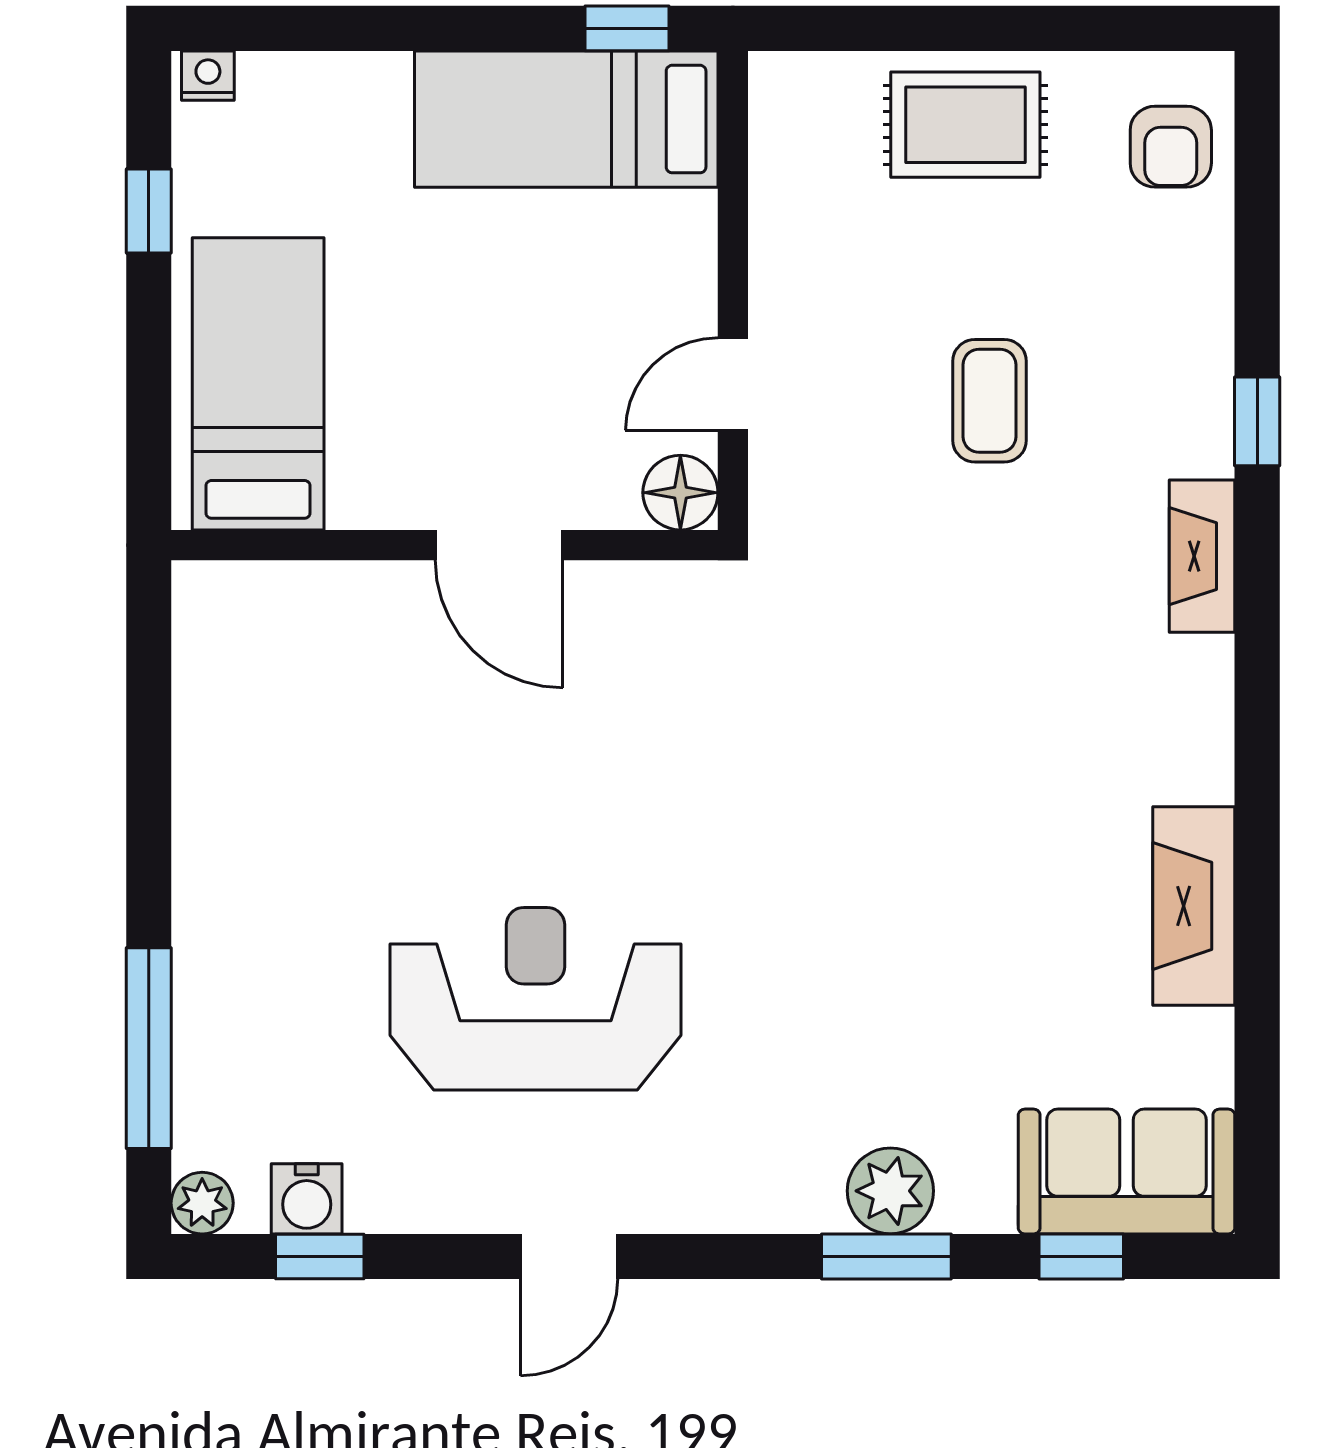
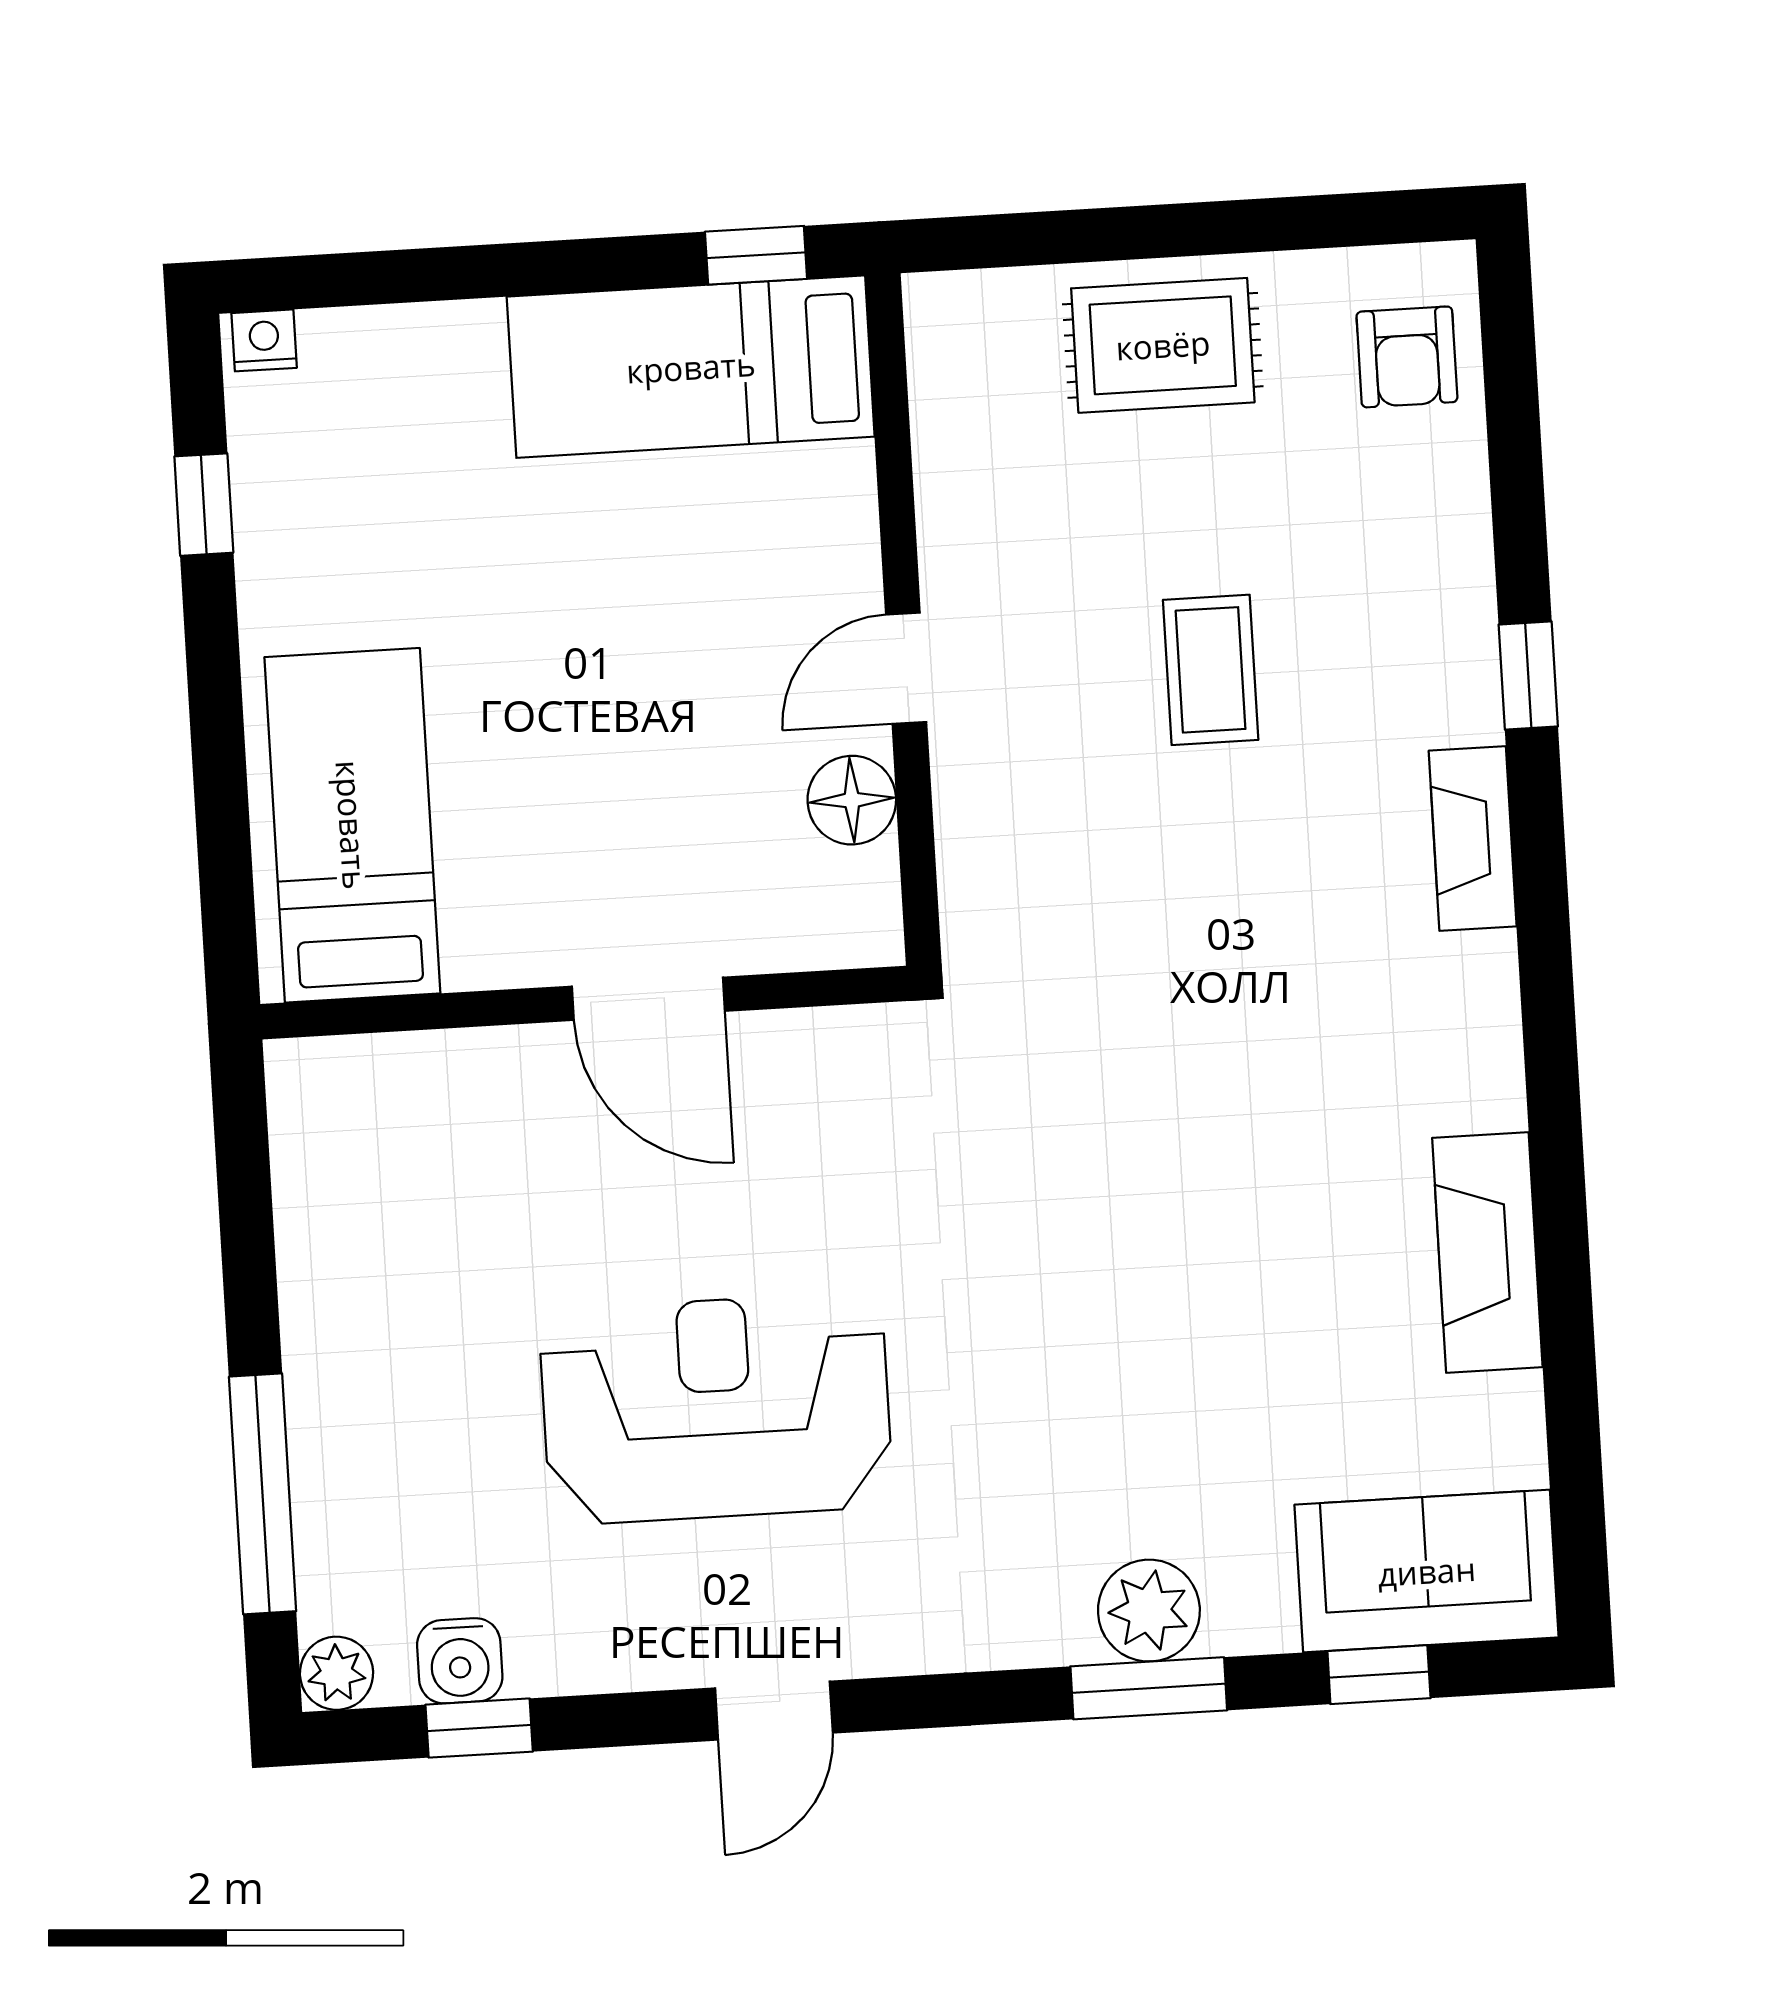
bed: (258, 384) -> (352, 825), moved
wall: (445, 545) -> (584, 1003), moved
door: (499, 545) -> (648, 999), moved

